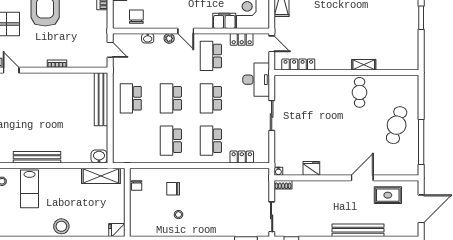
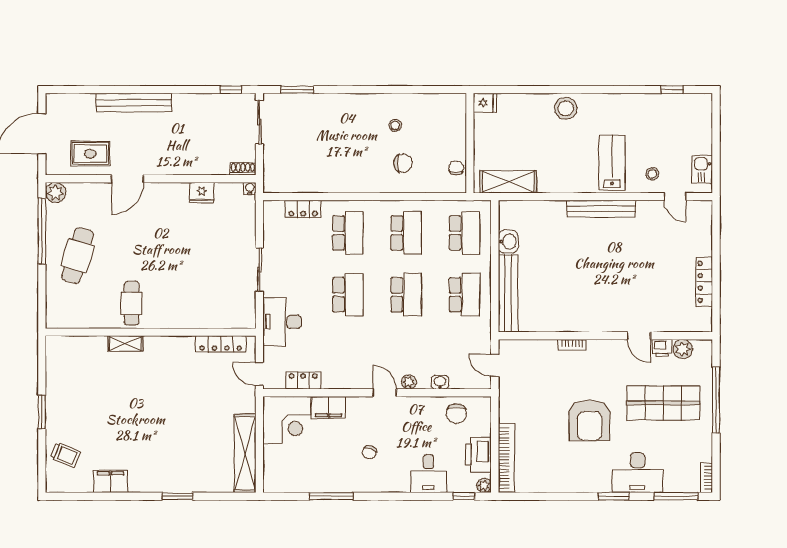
school desk: (211, 56) -> (465, 233), moved
washbasin: (99, 157) -> (508, 242), moved, turned -90
plant: (412, 168) -> (56, 193), added

